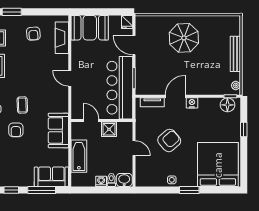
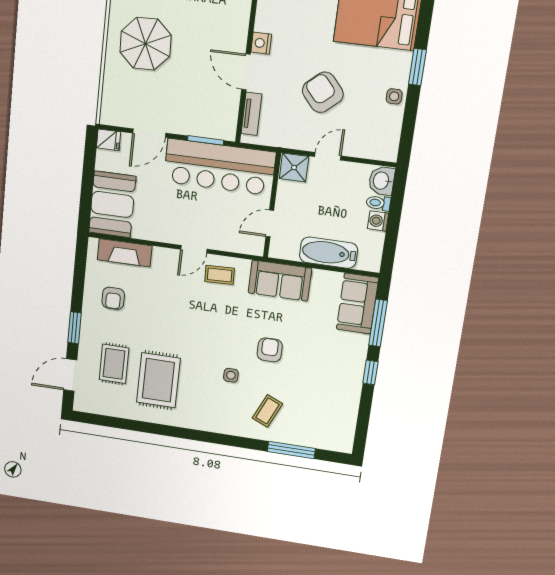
armchair: (33, 34) -> (113, 298), turned 94
coffee table: (22, 105) -> (220, 275), moved
shower: (109, 129) -> (294, 168), moved
armchair: (16, 130) -> (270, 350), turned -90

